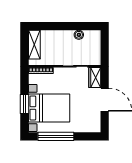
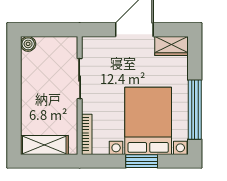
boiler: (79, 35) -> (28, 44), moved
wardrobe: (95, 78) -> (172, 46), moved

